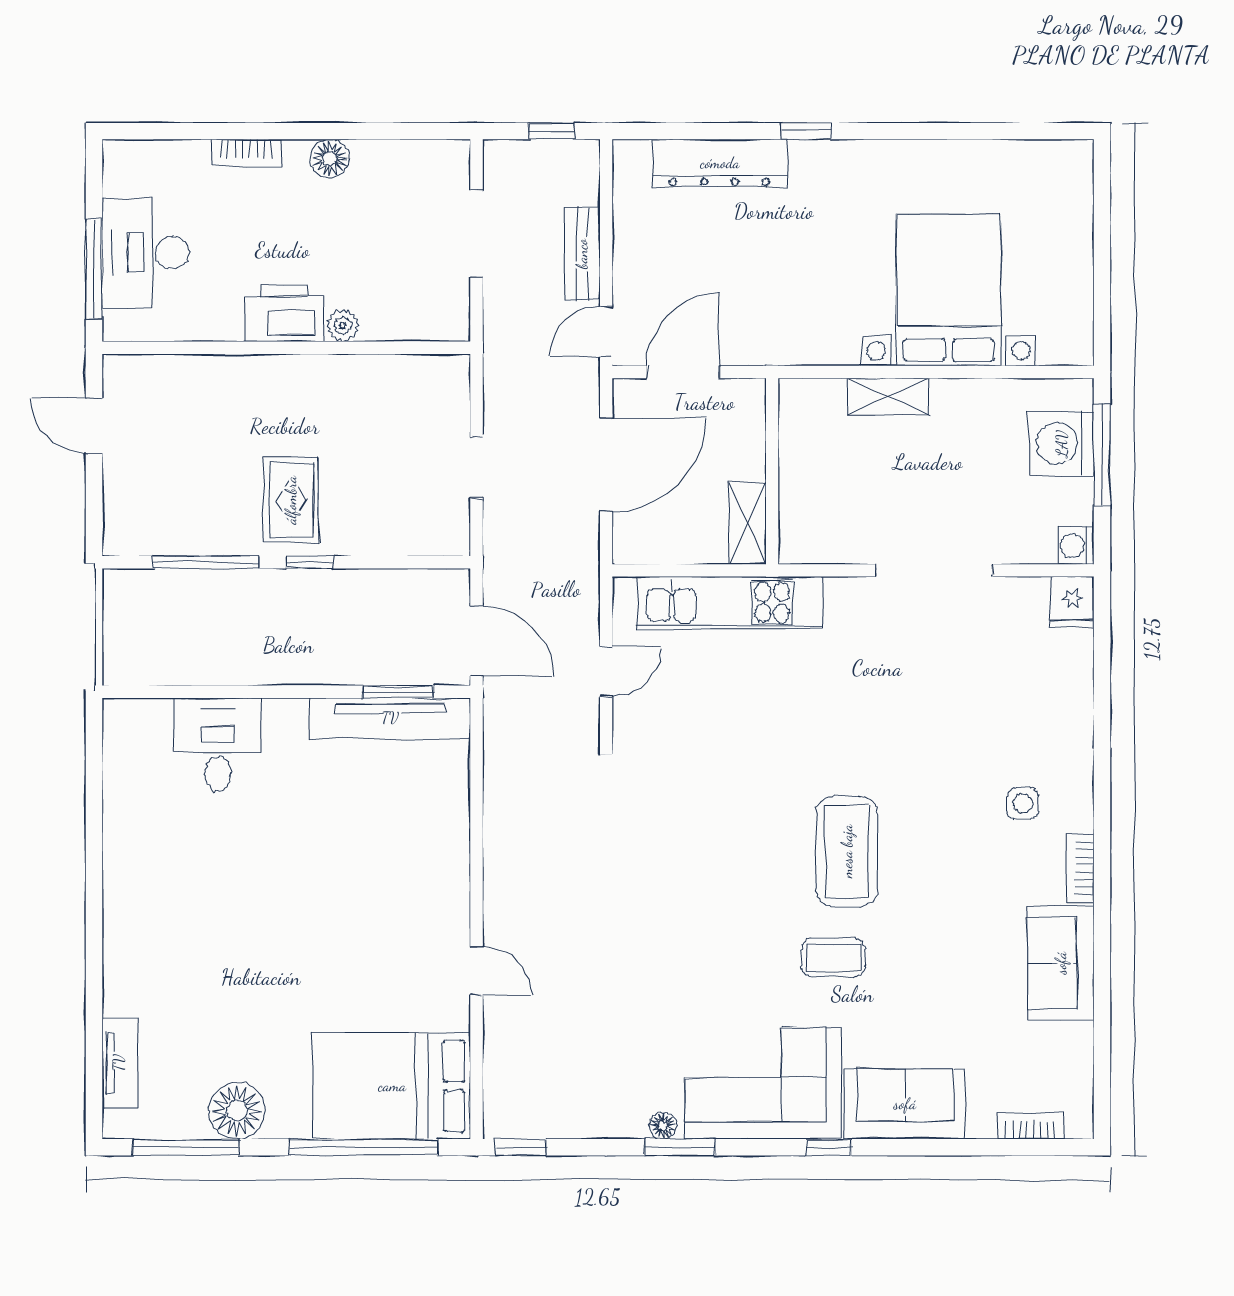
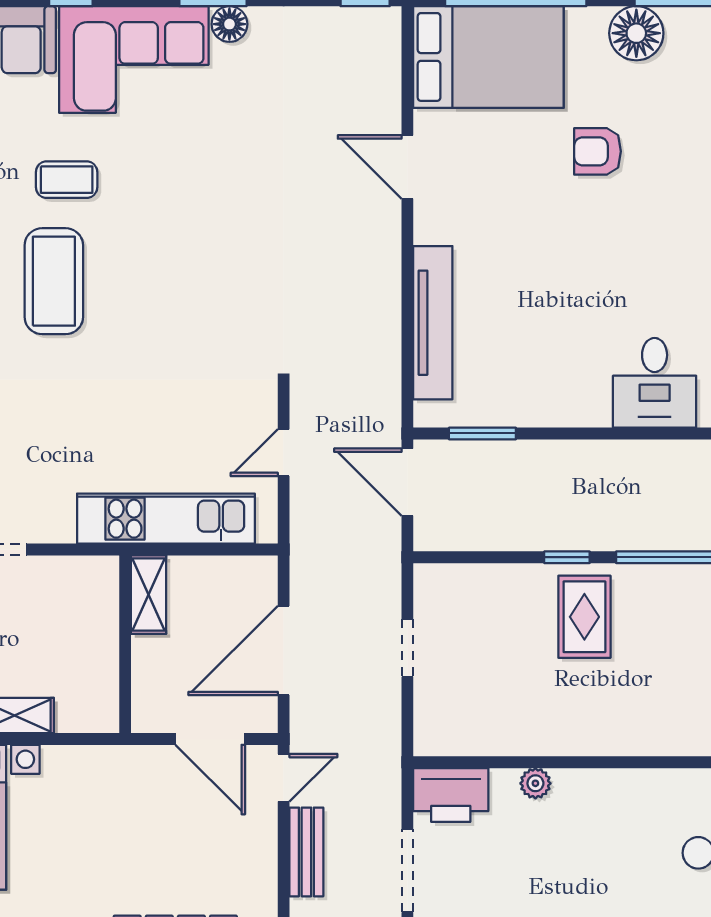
printer: (284, 313) -> (451, 795), moved
door: (683, 372) -> (210, 739), hinge flipped
tv unit: (390, 718) -> (433, 323), moved, turned 90
door: (477, 971) -> (407, 167), width x1.38
armchair: (278, 987) -> (598, 151), added
floor lamp: (663, 1125) -> (229, 24), width x1.37, depth x1.37

